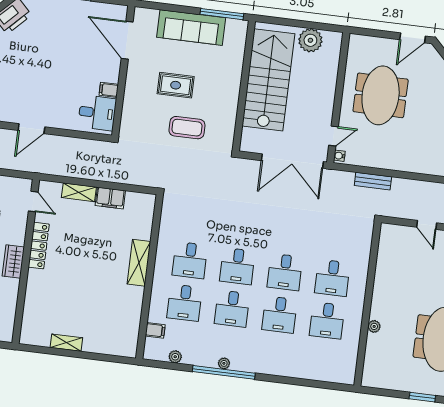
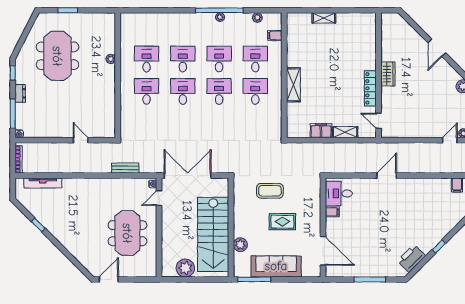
plant: (235, 62) -> (240, 245), added
shelving: (66, 343) -> (324, 18), moved

